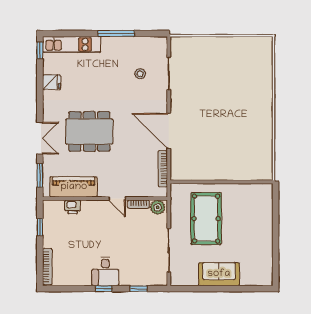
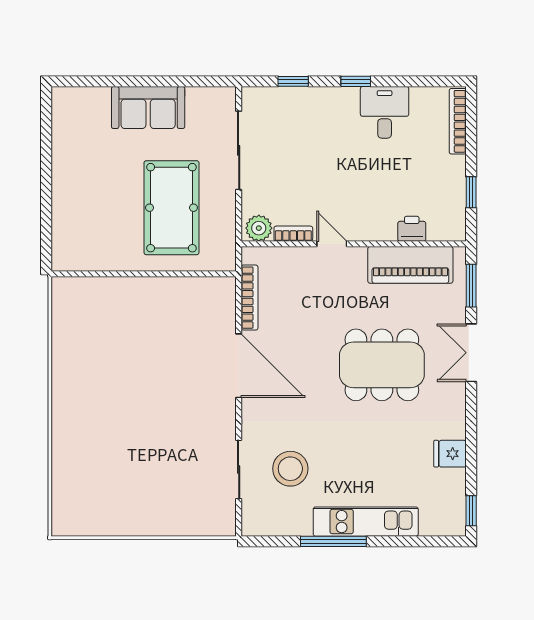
kitchen unit: (72, 44) -> (366, 522), moved
stool: (140, 74) -> (290, 469), width x1.89, depth x1.89
desk: (105, 271) -> (385, 112), moved

